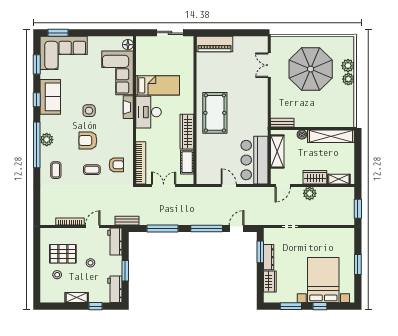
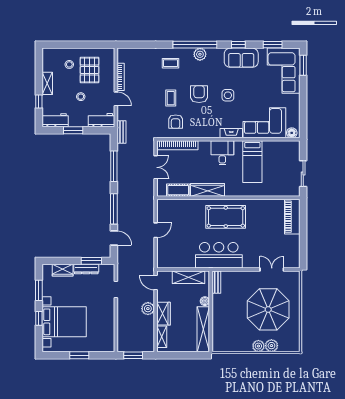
desk: (149, 112) -> (222, 153), width x0.73
bar counter: (254, 160) -> (219, 255), moved

